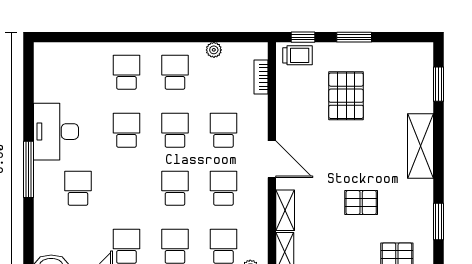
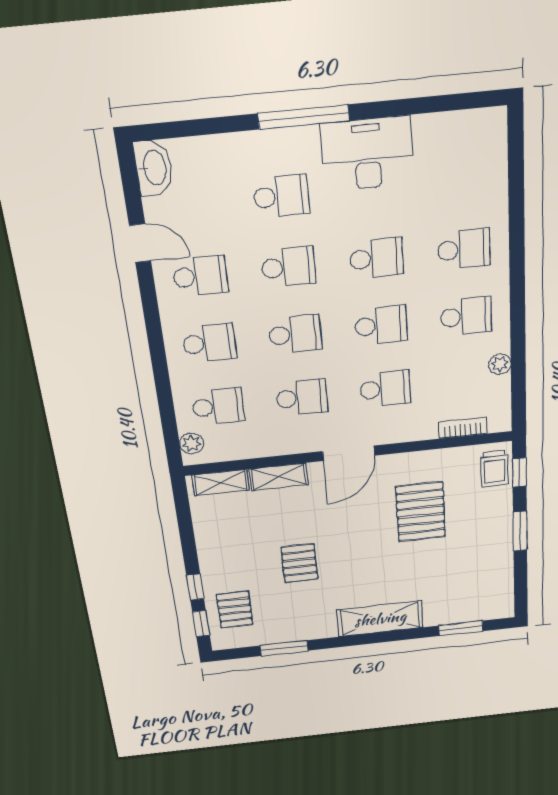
pallet: (346, 96) -> (421, 512), moved, turned 90
school desk: (126, 188) -> (288, 267), added

